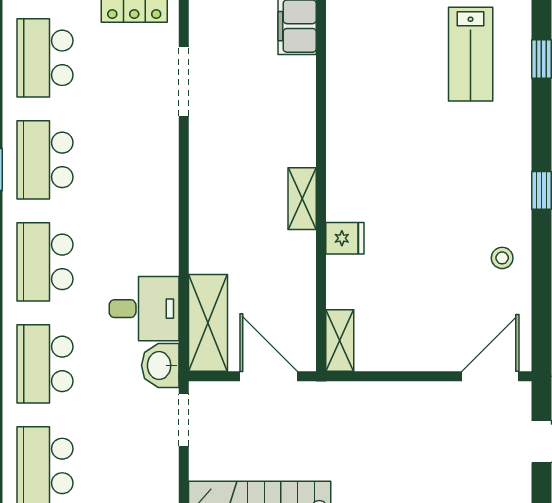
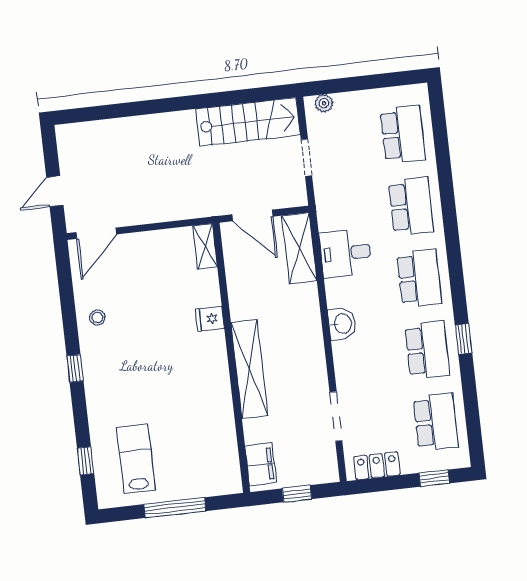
shelving: (302, 199) -> (249, 369), width x2.20, depth x1.33
washbasin: (160, 365) -> (342, 324), moved
doorway: (184, 420) -> (306, 158), moved

